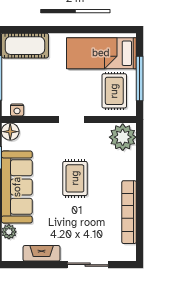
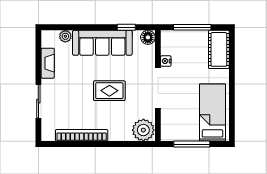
rug: (114, 91) -> (182, 123), removed
nightstand: (17, 110) -> (166, 61), moved
doorway: (72, 119) -> (158, 88), width x1.87

